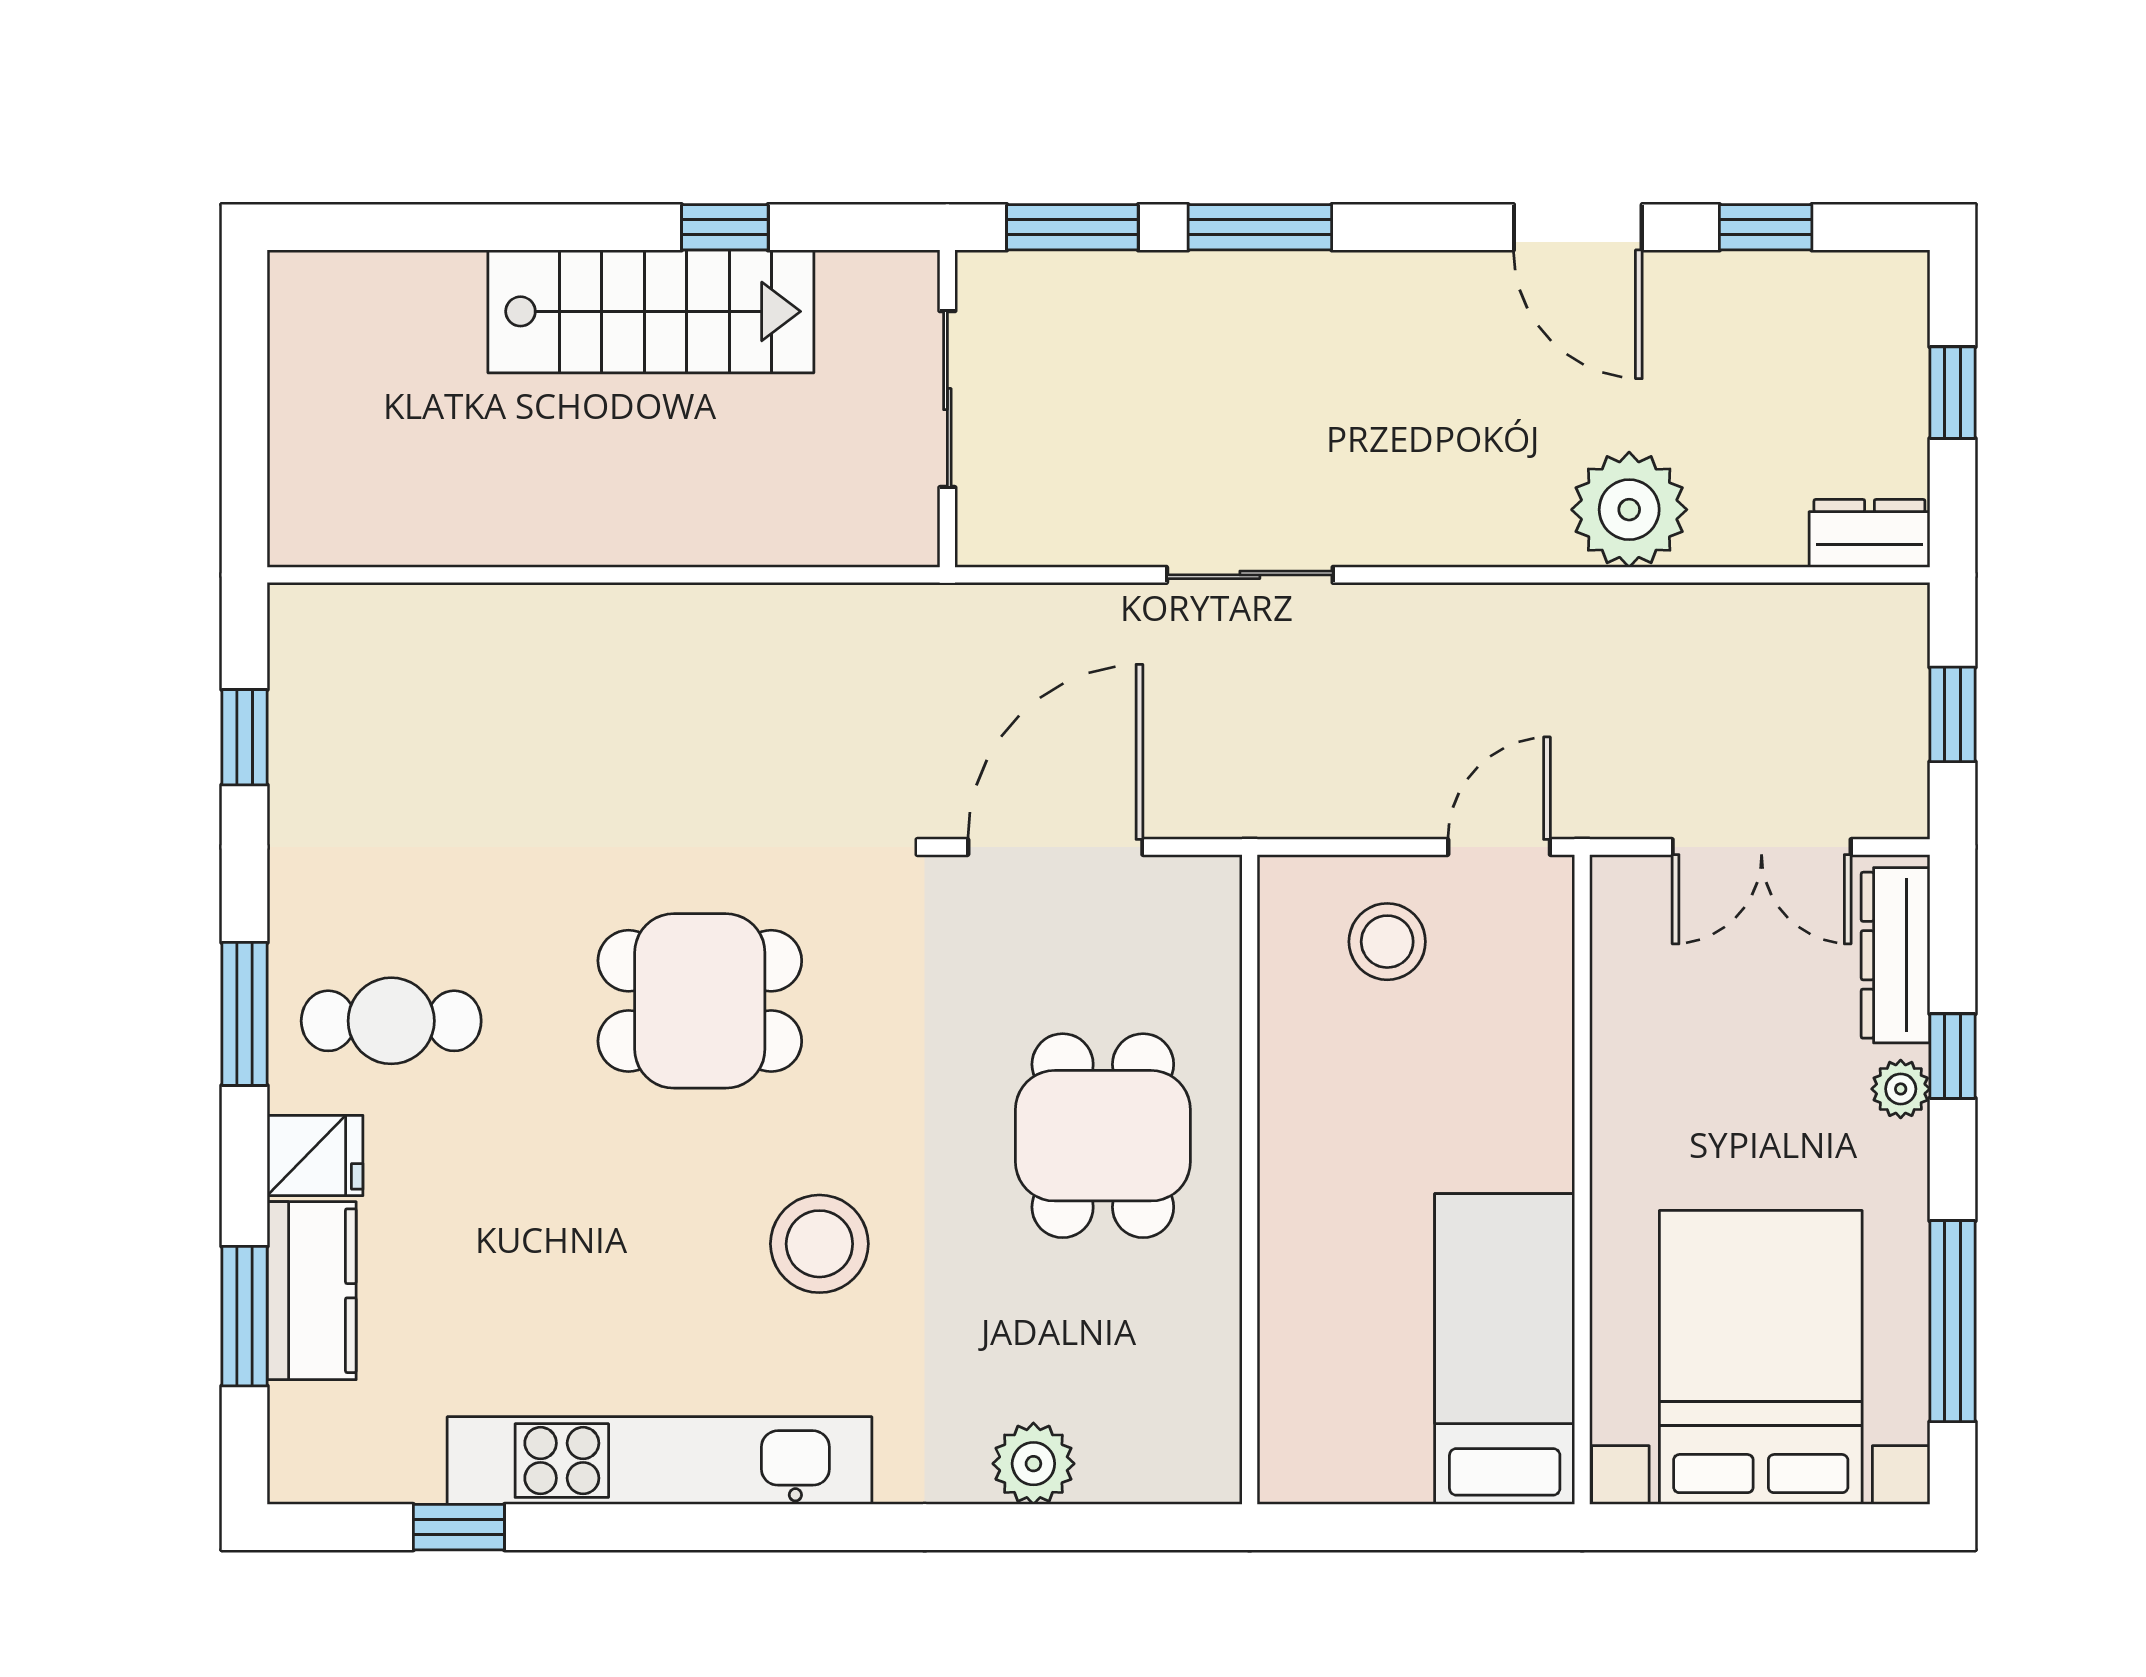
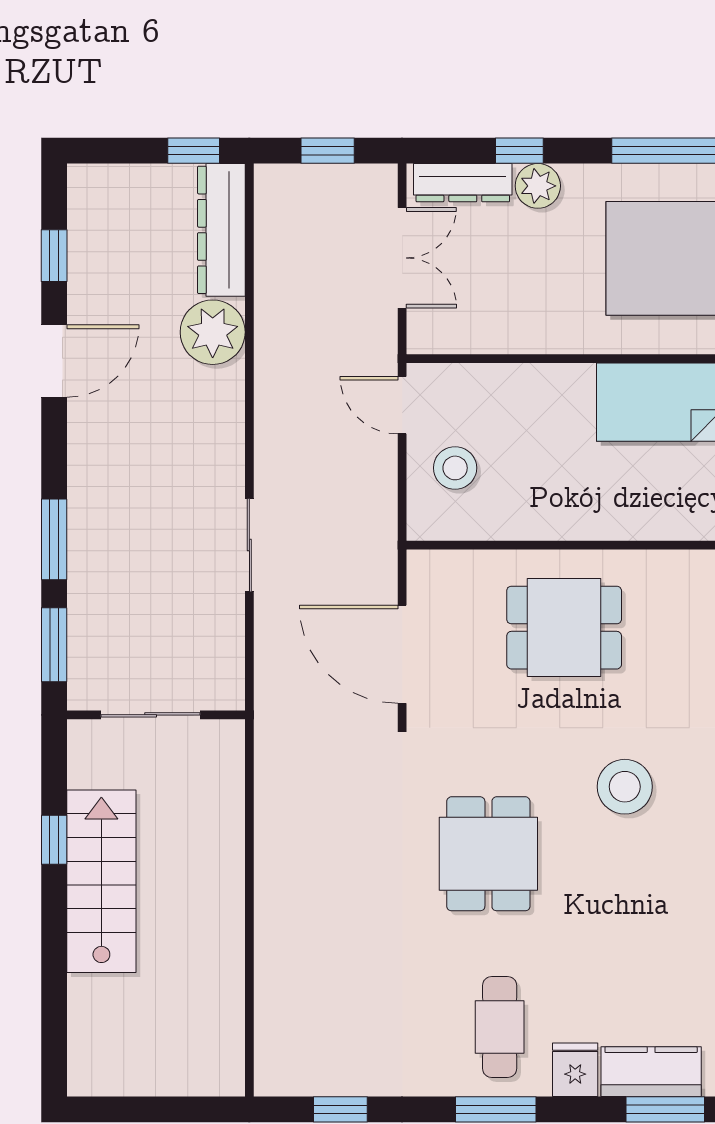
window: (1952, 393) -> (194, 151), moved
dresser: (1869, 533) -> (221, 230), width x1.96, depth x1.24
plant: (1901, 1089) -> (538, 186), width x1.38, depth x1.38

